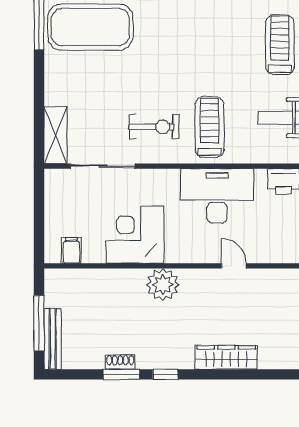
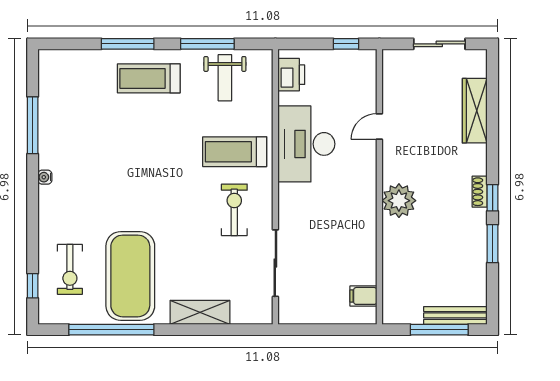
shelving: (56, 135) -> (200, 312), moved
corner desk: (135, 235) -> (347, 229), removed
wardrobe: (226, 357) -> (475, 111), moved
shoe rack: (120, 362) -> (480, 192), moved

